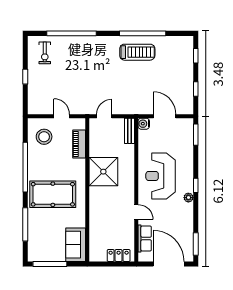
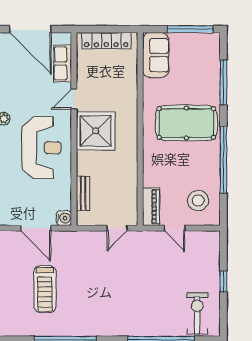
treadmill: (137, 52) -> (45, 289), moved, turned -90
exercise bike: (45, 53) -> (197, 313), width x1.38, depth x1.39
bench: (130, 131) -> (83, 193), moved
piano: (79, 144) -> (151, 207), moved
shower: (103, 172) -> (96, 131), moved
door: (136, 212) -> (74, 99), hinge flipped
locker: (119, 255) -> (106, 41), width x1.53

